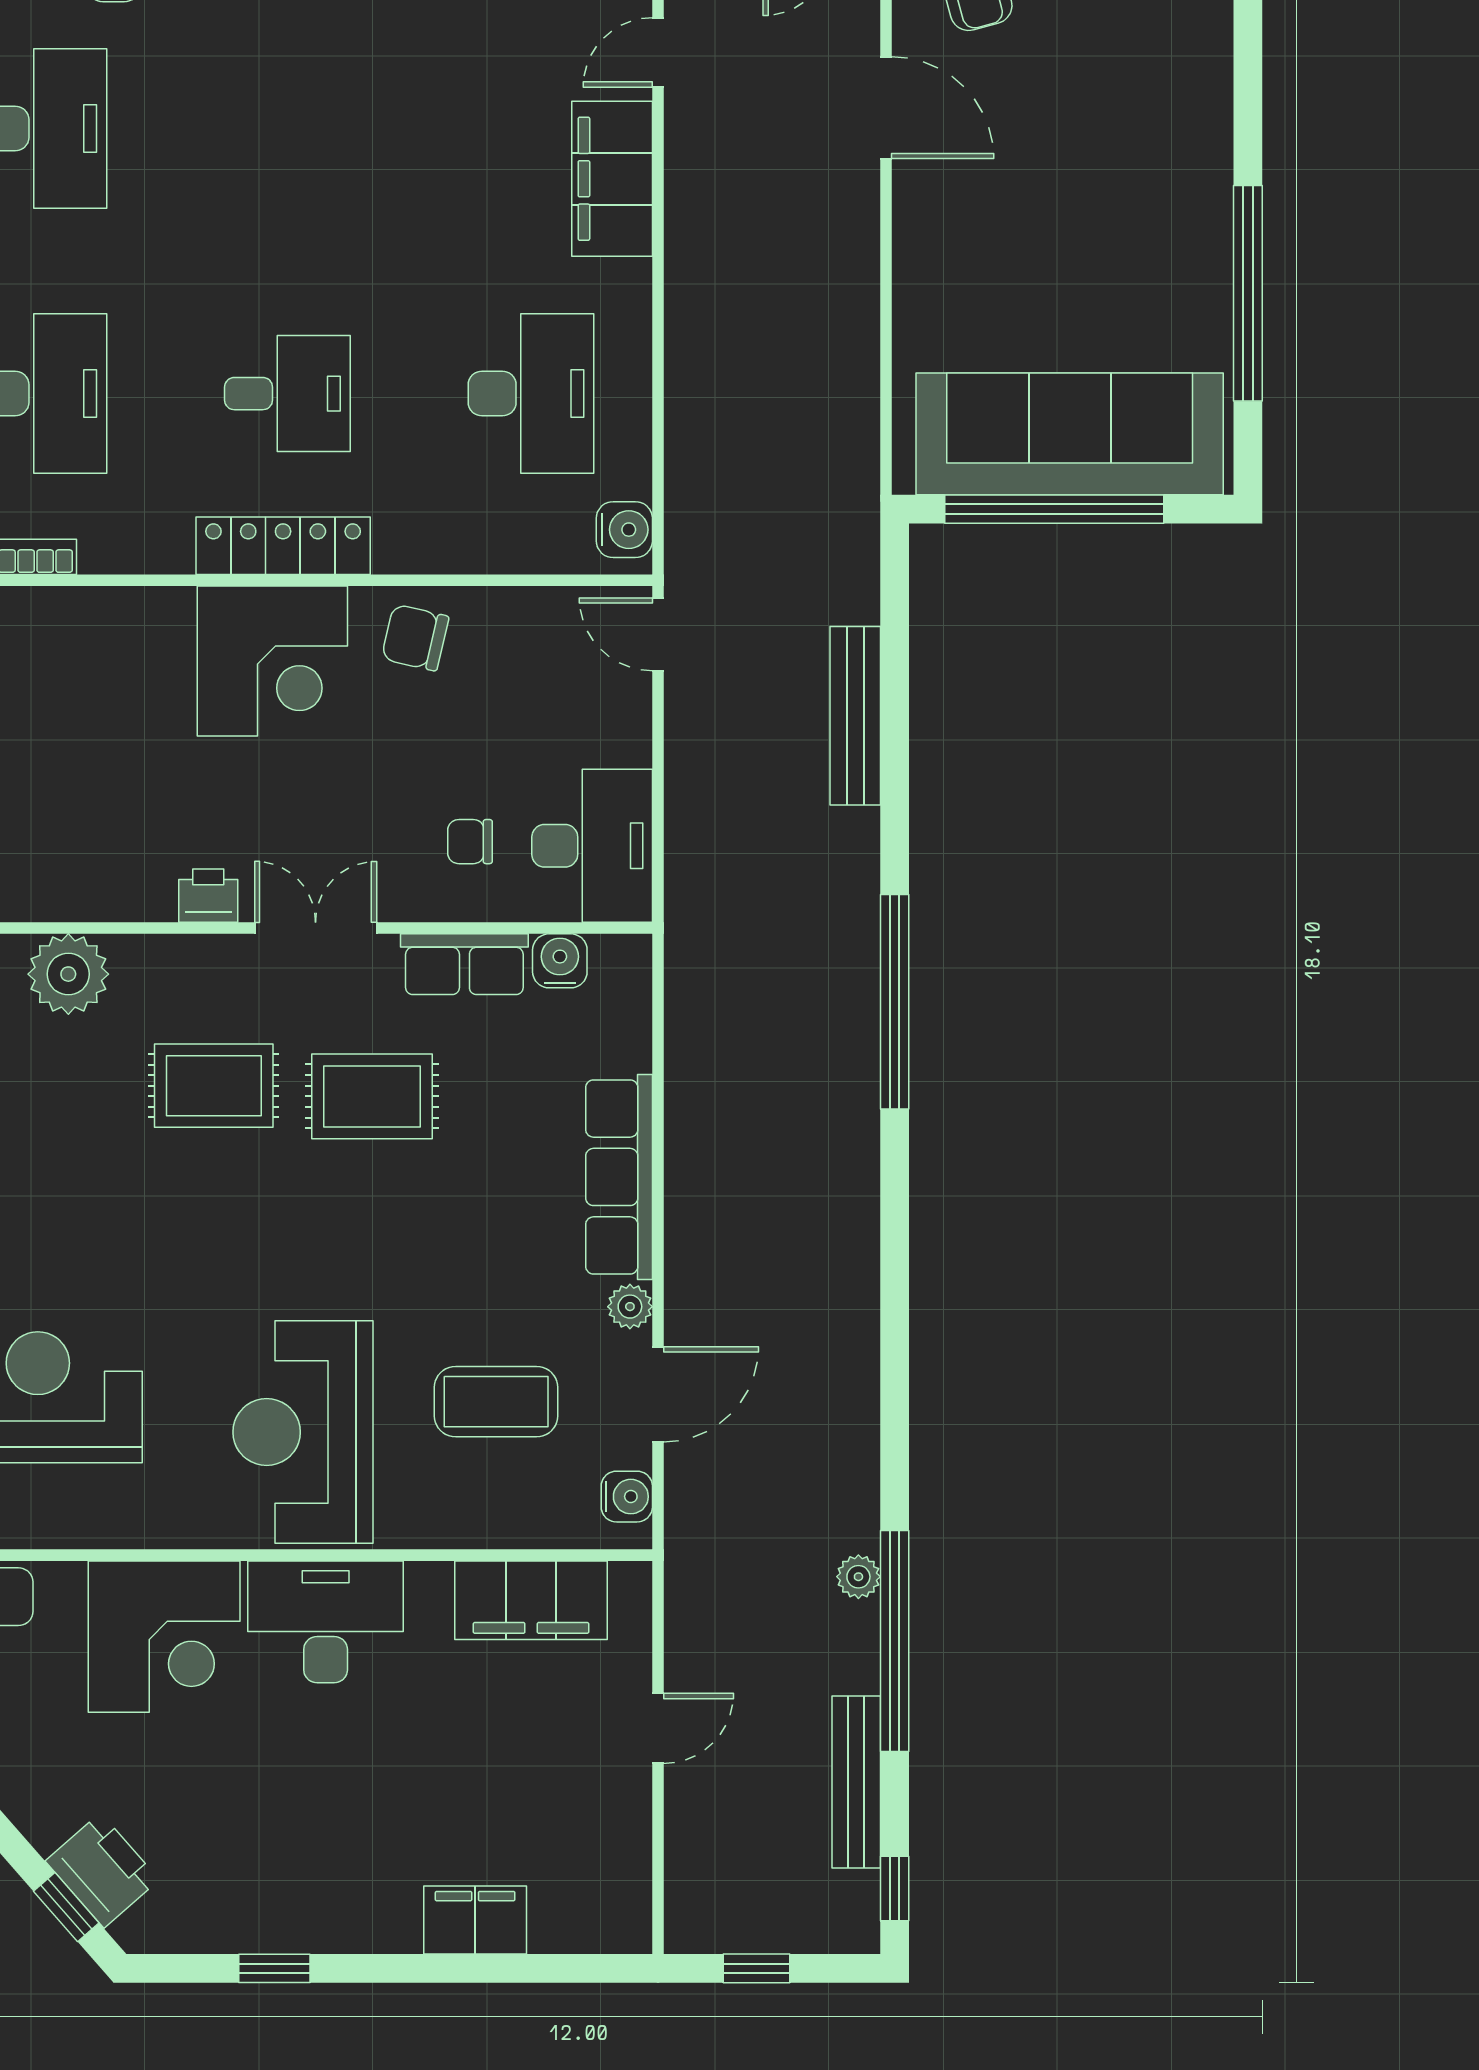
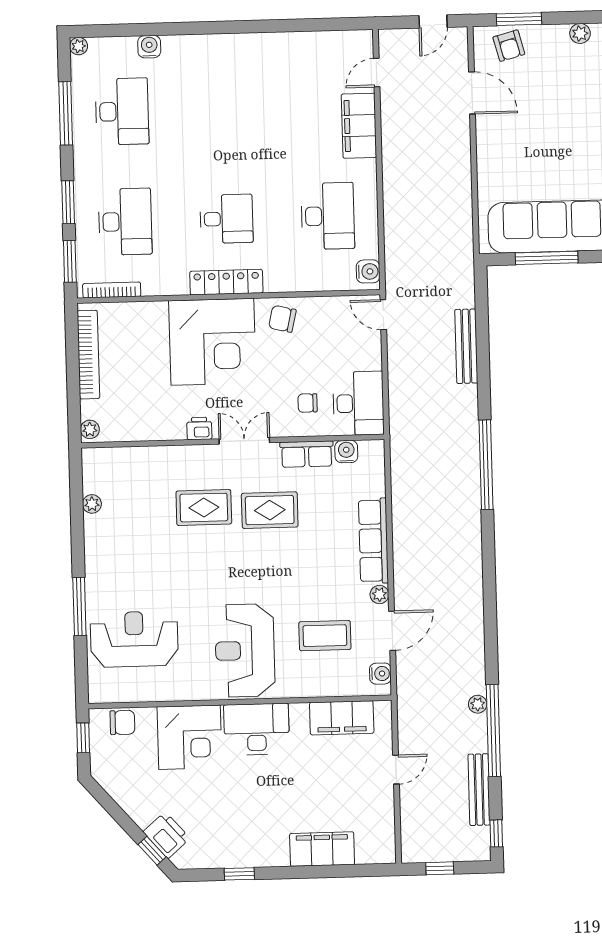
window: (1054, 509) -> (547, 258), width x0.68
corner desk: (272, 661) -> (212, 342), width x1.36, depth x1.36
plant: (68, 974) -> (142, 463), removed
filing cabinet: (475, 1920) -> (322, 849), width x1.50, depth x1.17

